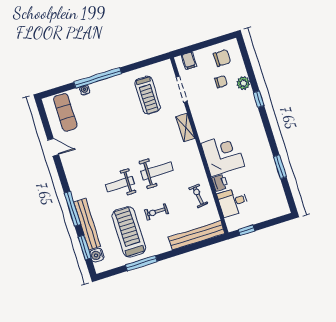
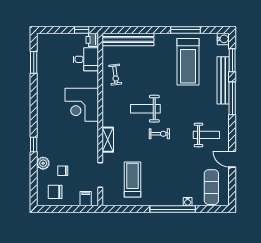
window: (280, 167) -> (34, 62), moved
printer: (220, 183) -> (92, 40), moved
weight bench: (120, 184) -> (206, 135), moved
exercise bike: (156, 212) -> (159, 134), moved
water cooler: (97, 255) -> (223, 39), moved

